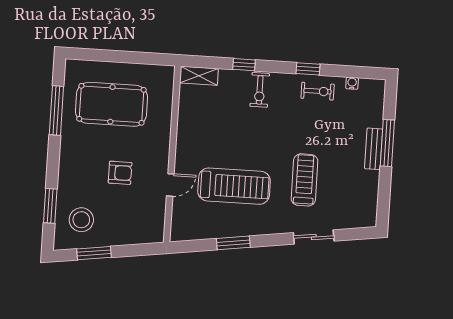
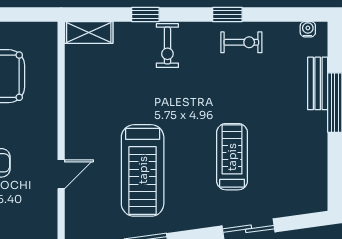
water cooler: (352, 83) -> (308, 29), moved
bench: (374, 149) -> (318, 83), moved
treadmill: (234, 186) -> (143, 170), turned 90

